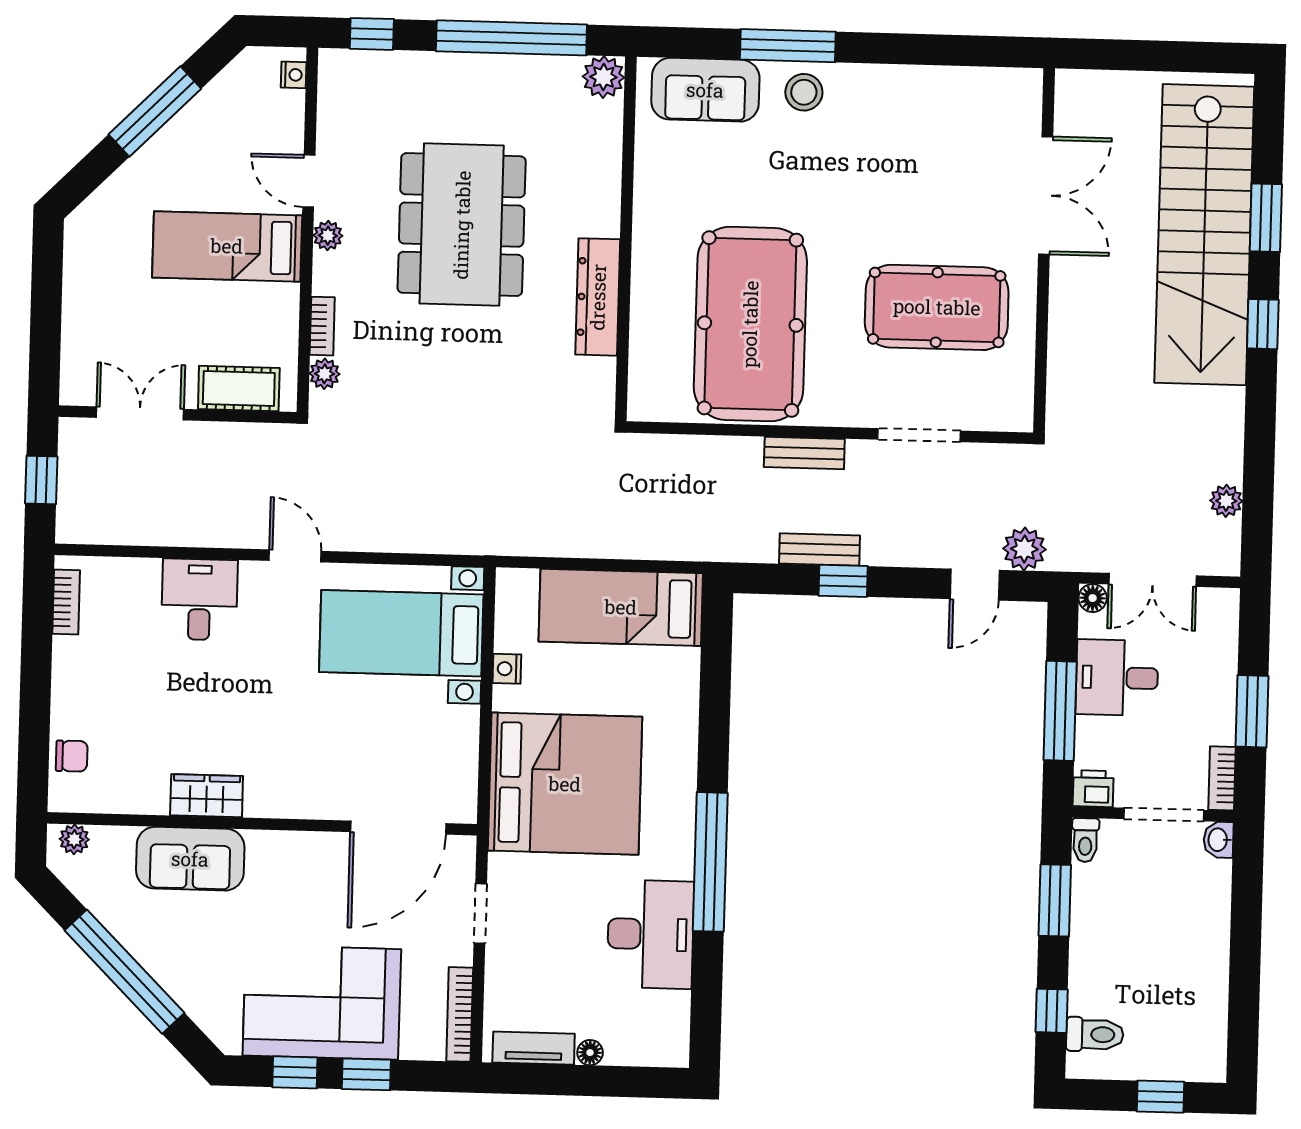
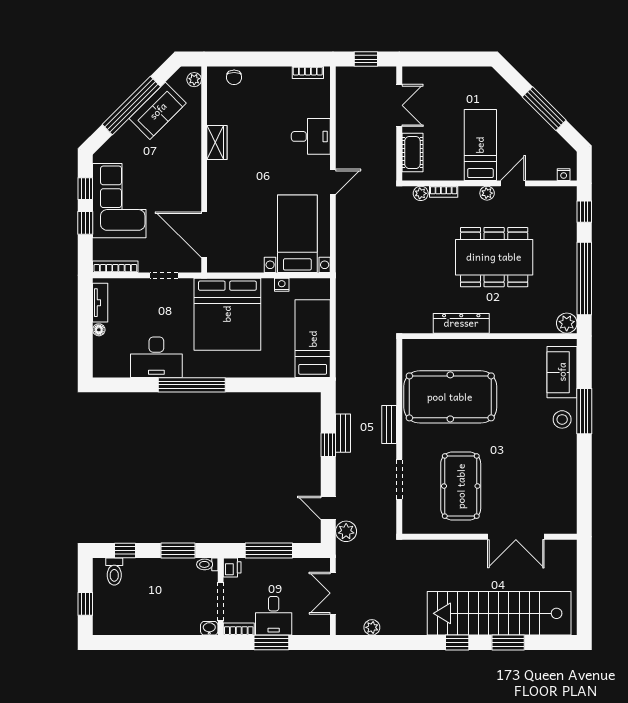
floor lamp: (1093, 598) -> (323, 565), removed
desk: (1117, 678) -> (274, 616), moved, turned 180
sofa: (190, 859) -> (158, 111), moved, turned -135

